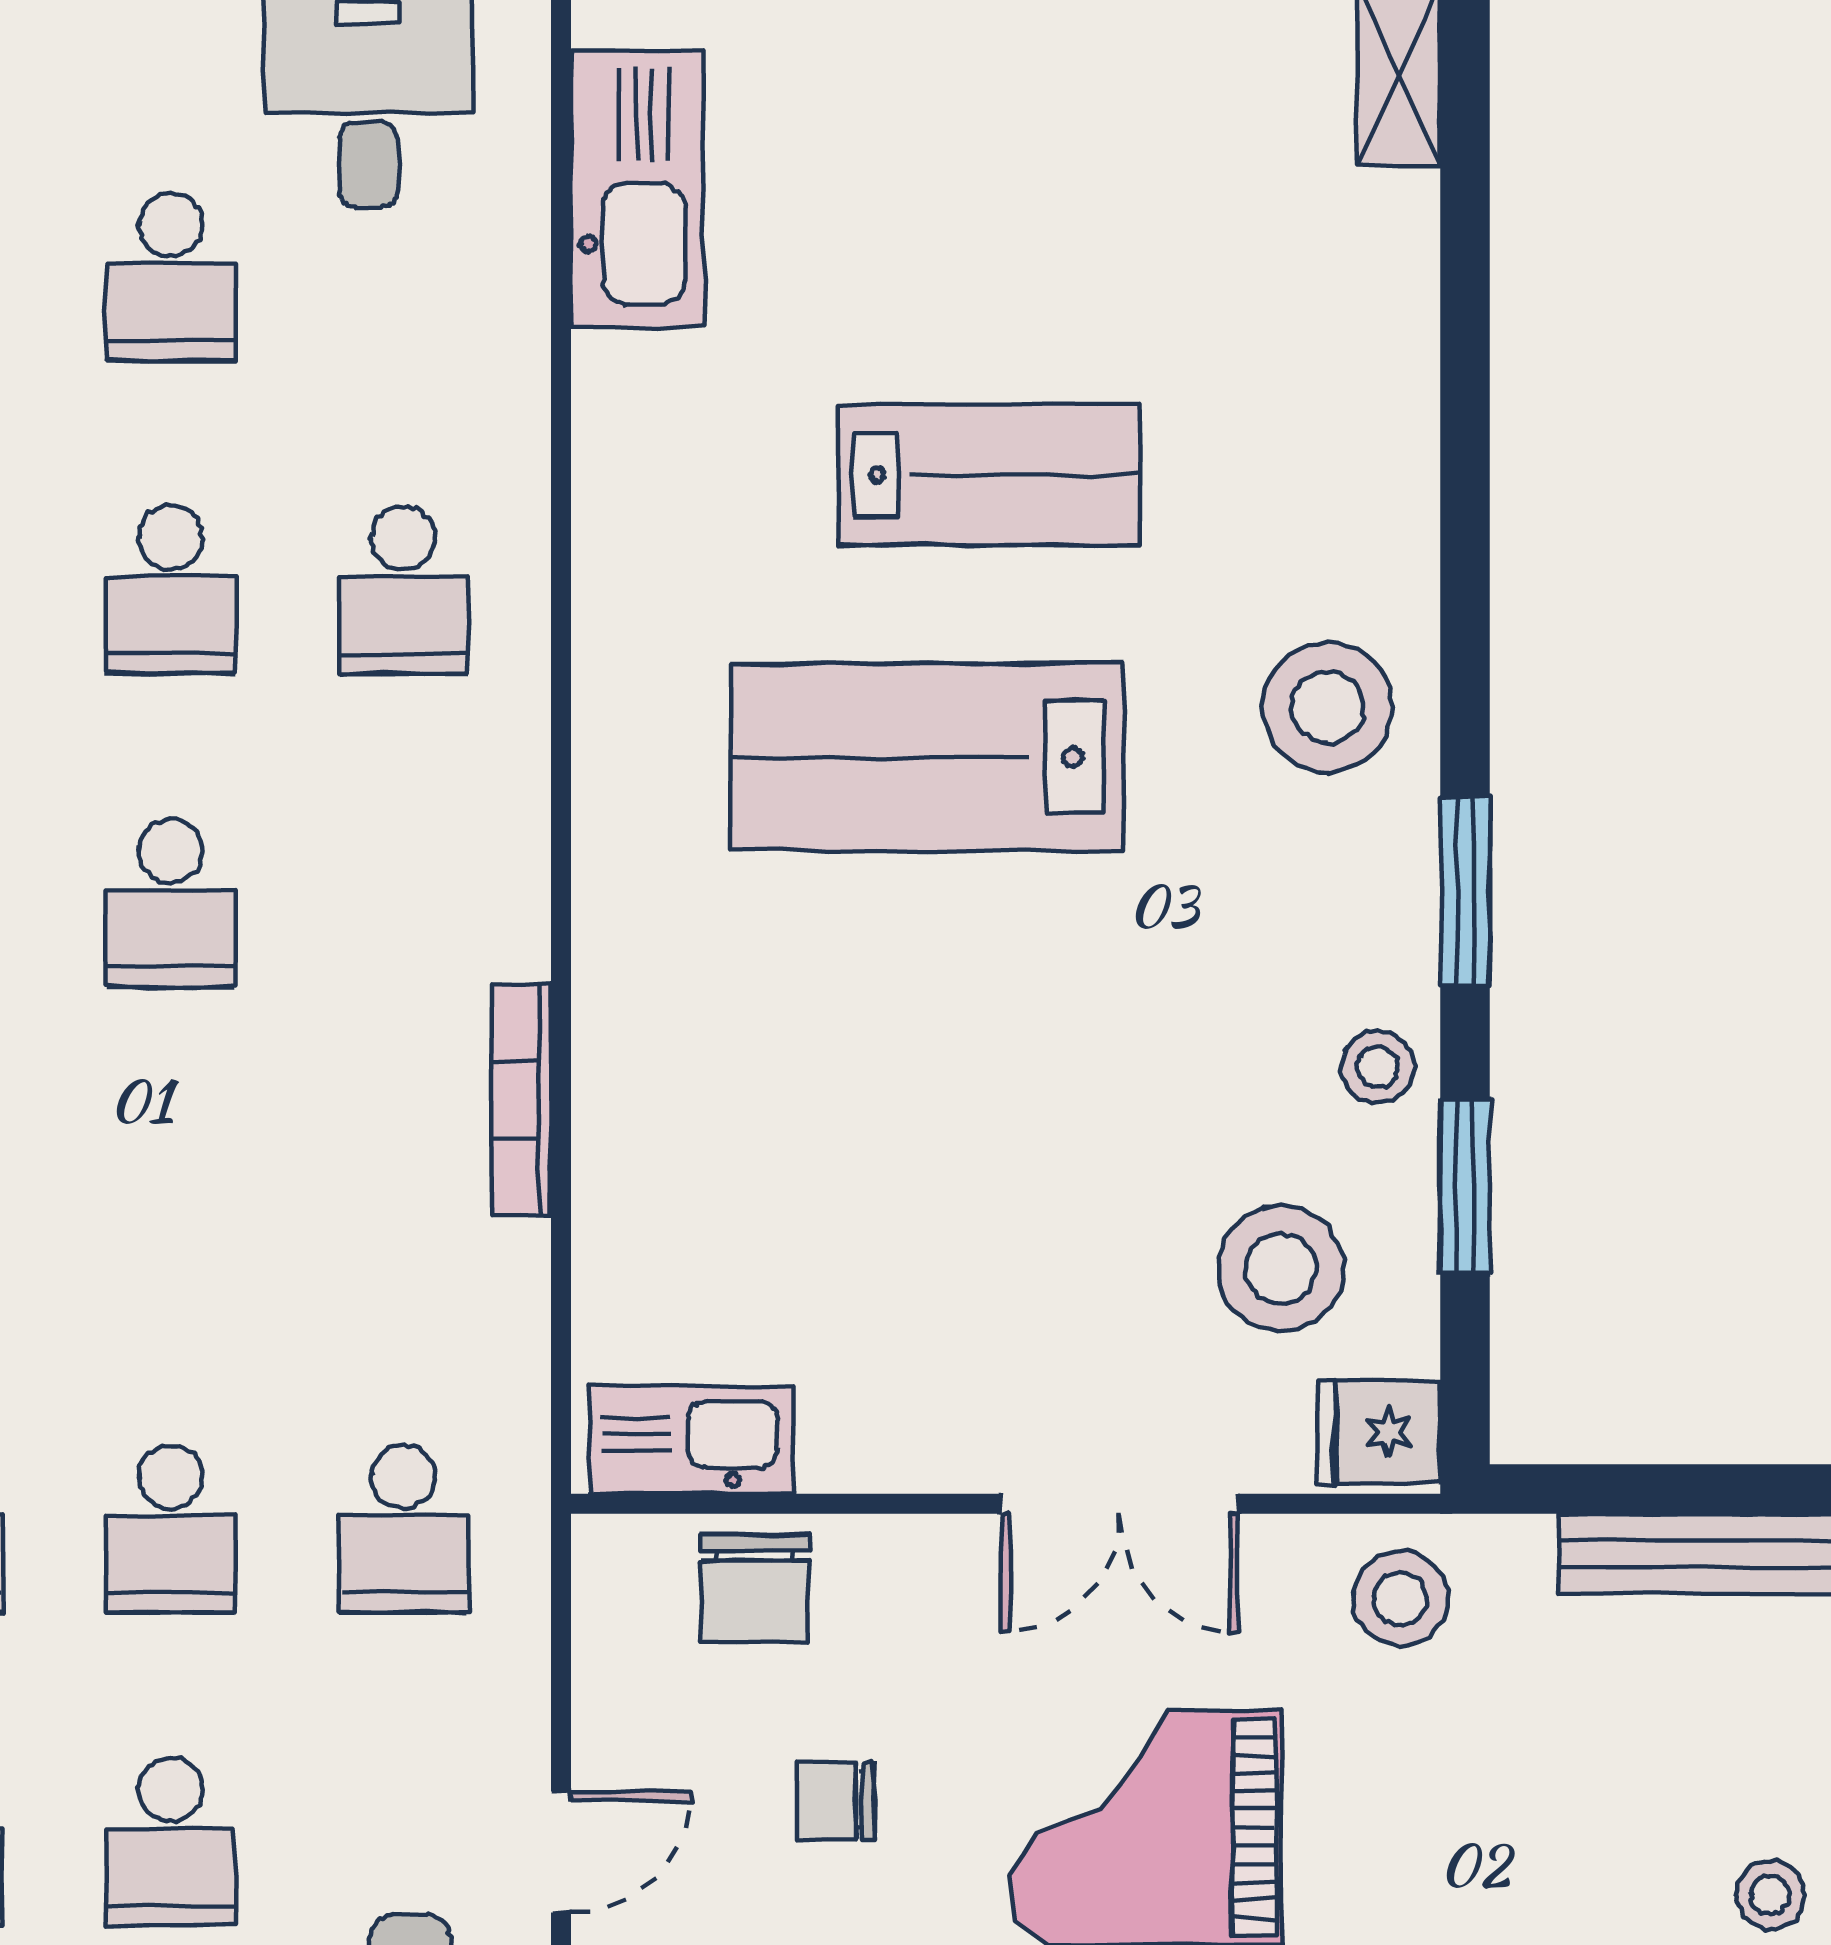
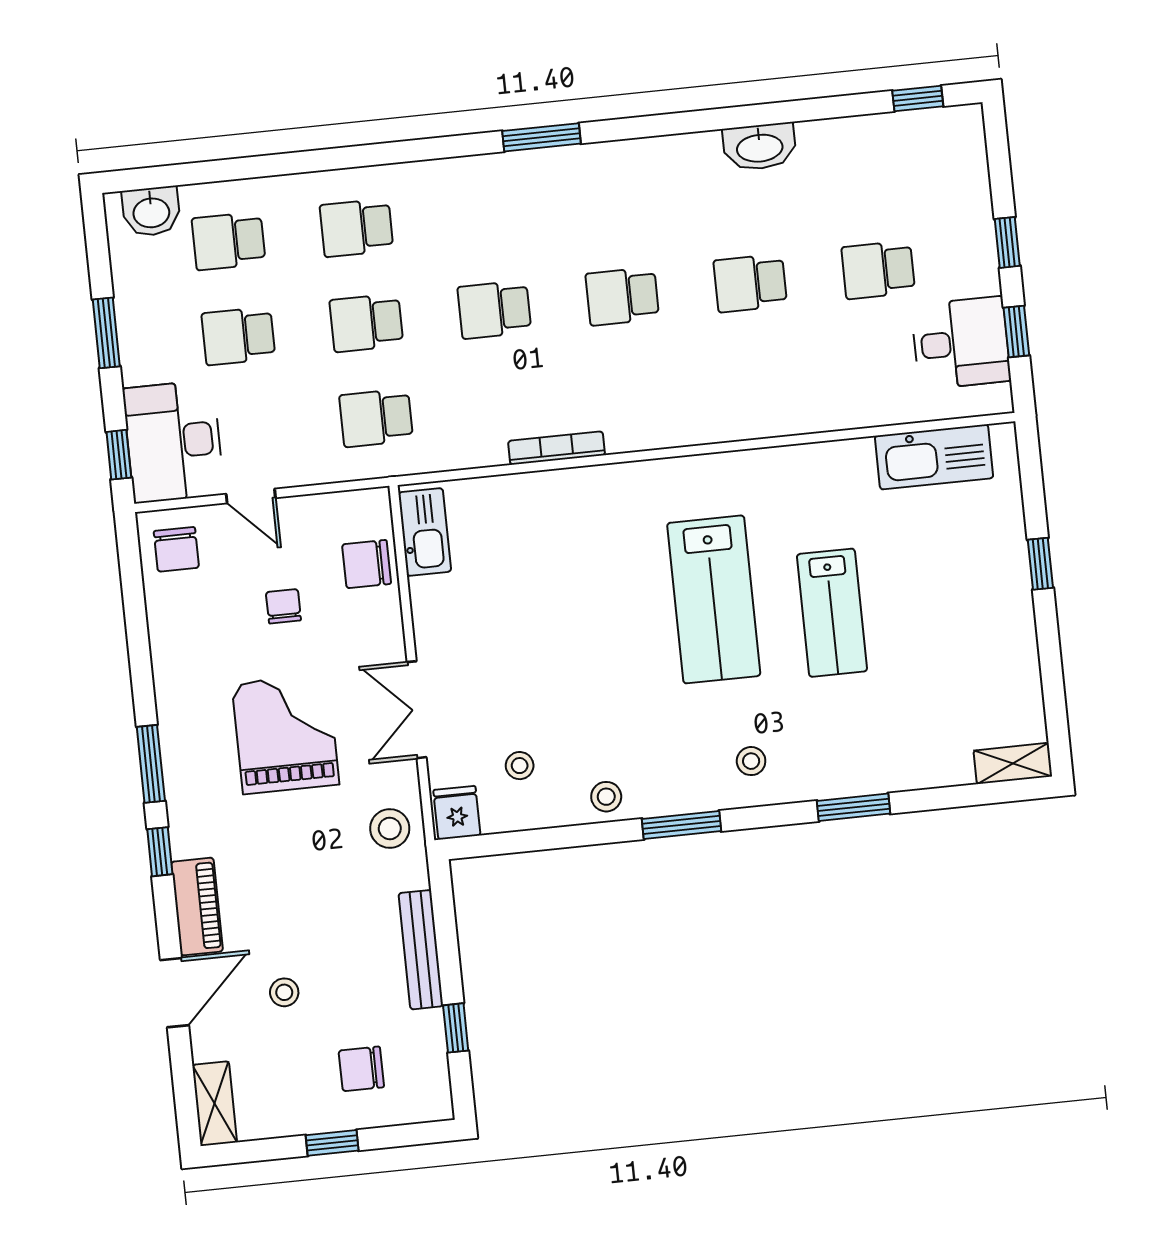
school desk: (403, 590) -> (494, 310), moved
stool: (1328, 707) -> (751, 761), width x0.53, depth x0.53
lab bench: (927, 757) -> (714, 599), turned 180
window: (1465, 1186) -> (853, 807), moved
stool: (1281, 1269) -> (520, 766), width x0.53, depth x0.53

